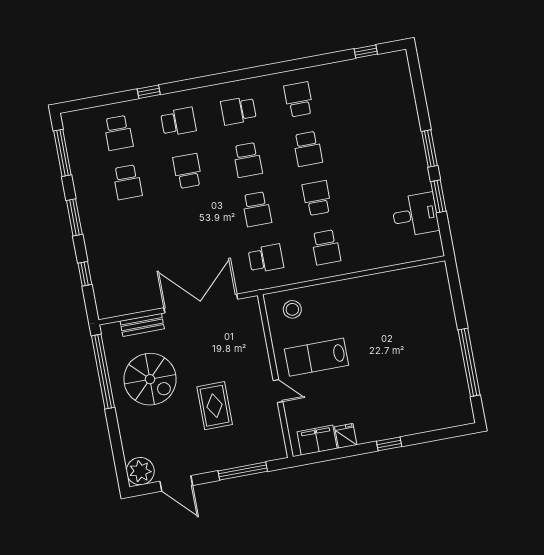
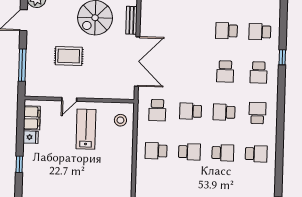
school desk: (308, 149) -> (223, 153), turned 180
school desk: (188, 171) -> (225, 71), turned 90

